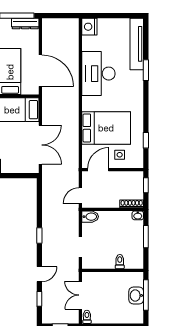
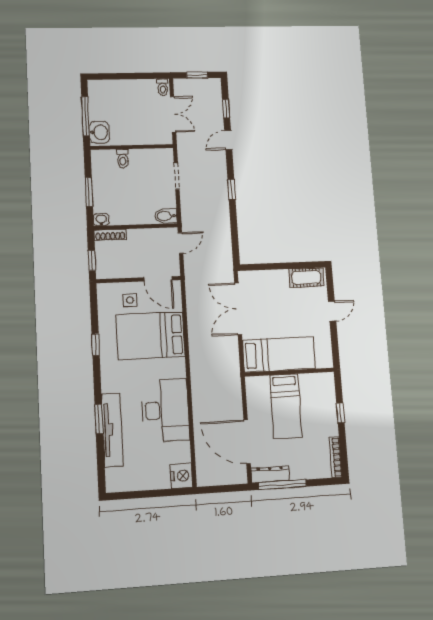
tv unit: (137, 44) -> (112, 430), moved
door: (40, 71) -> (247, 442), moved
window: (146, 140) -> (96, 345), moved
door: (98, 170) -> (158, 279), hinge flipped
washbasin: (136, 295) -> (99, 132), moved

